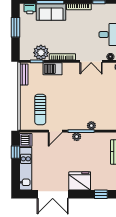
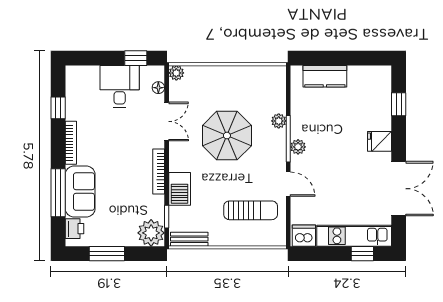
plant: (41, 53) -> (151, 233), moved
parasol: (83, 96) -> (227, 136), added
window: (16, 152) -> (362, 254), moved
fridge: (80, 181) -> (379, 141), width x0.53, depth x0.75

